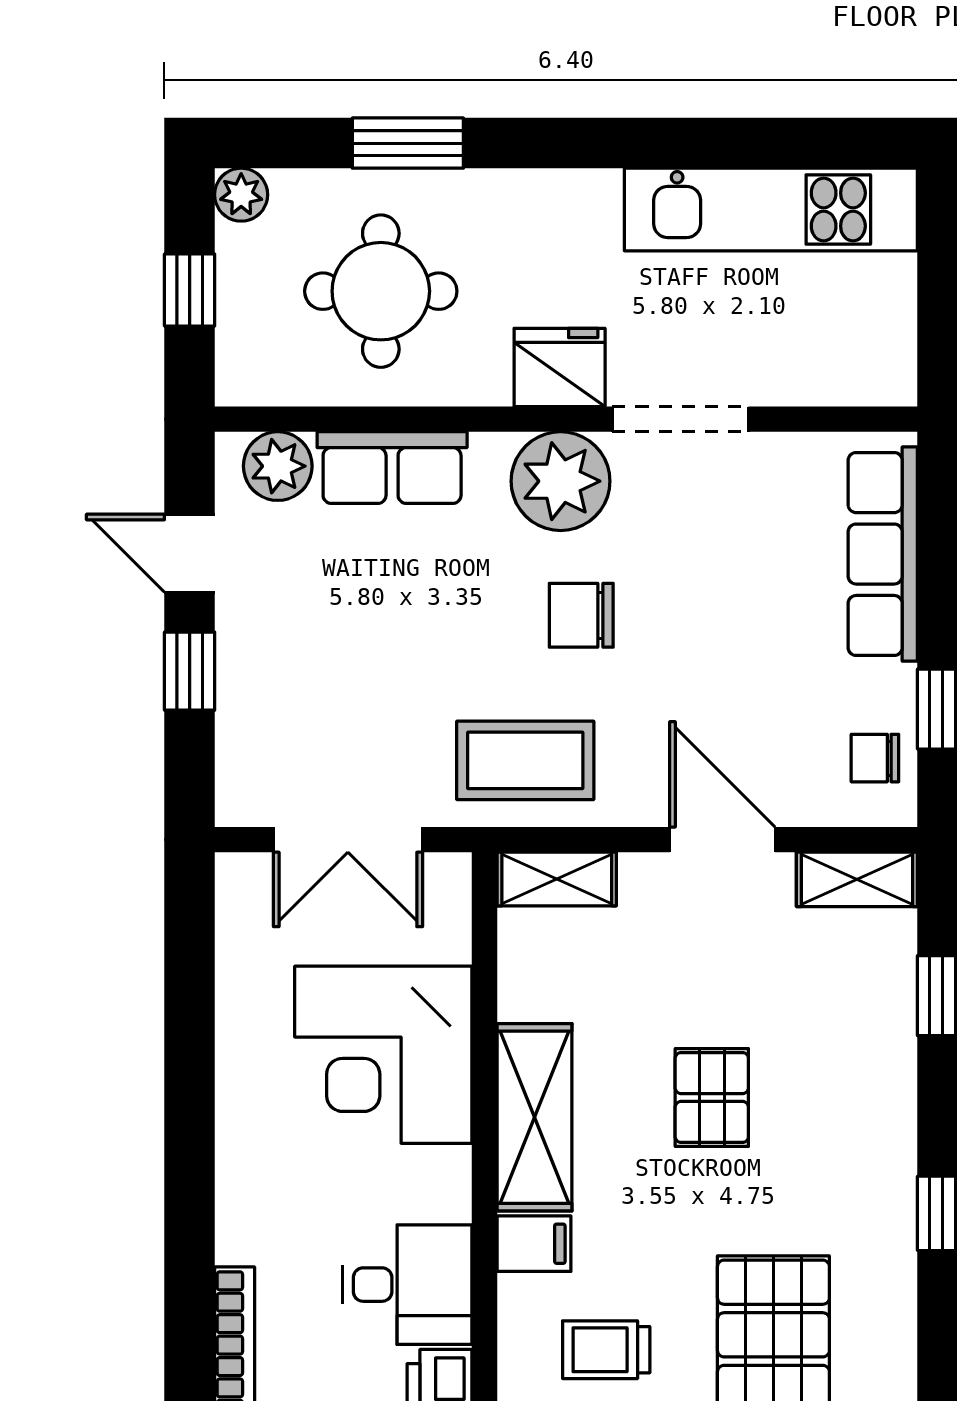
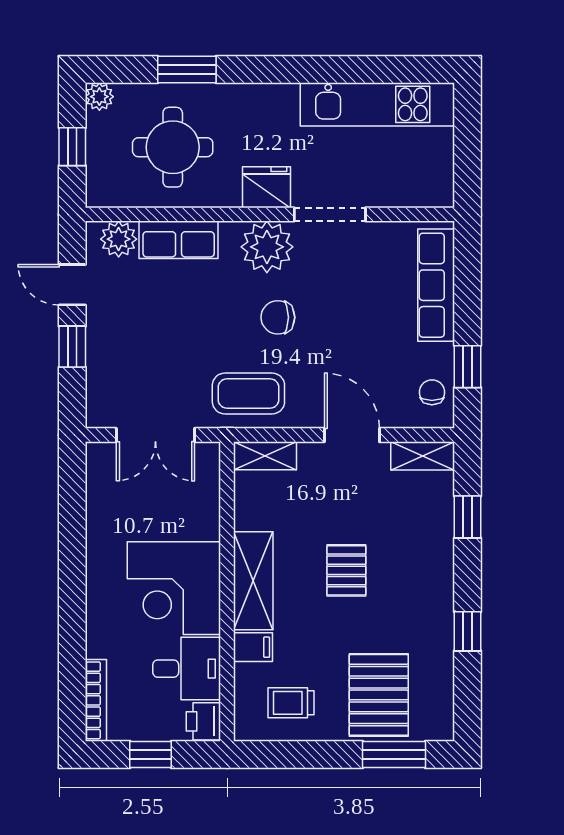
chair: (875, 758) -> (432, 392), turned 90
corner desk: (383, 1055) -> (174, 588), moved

